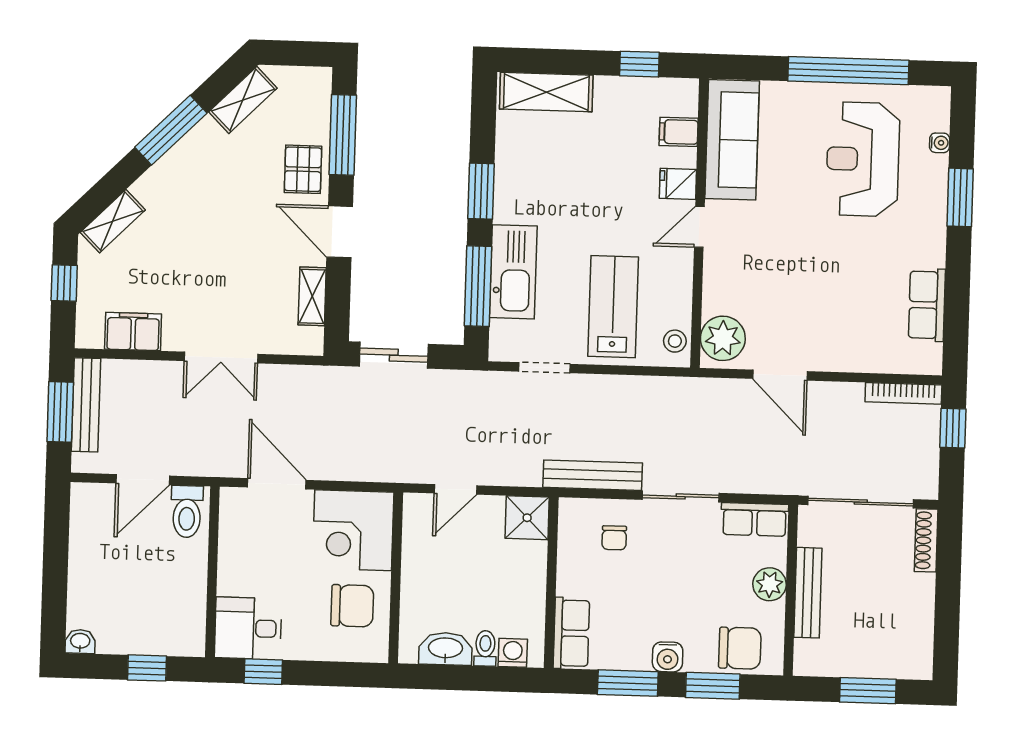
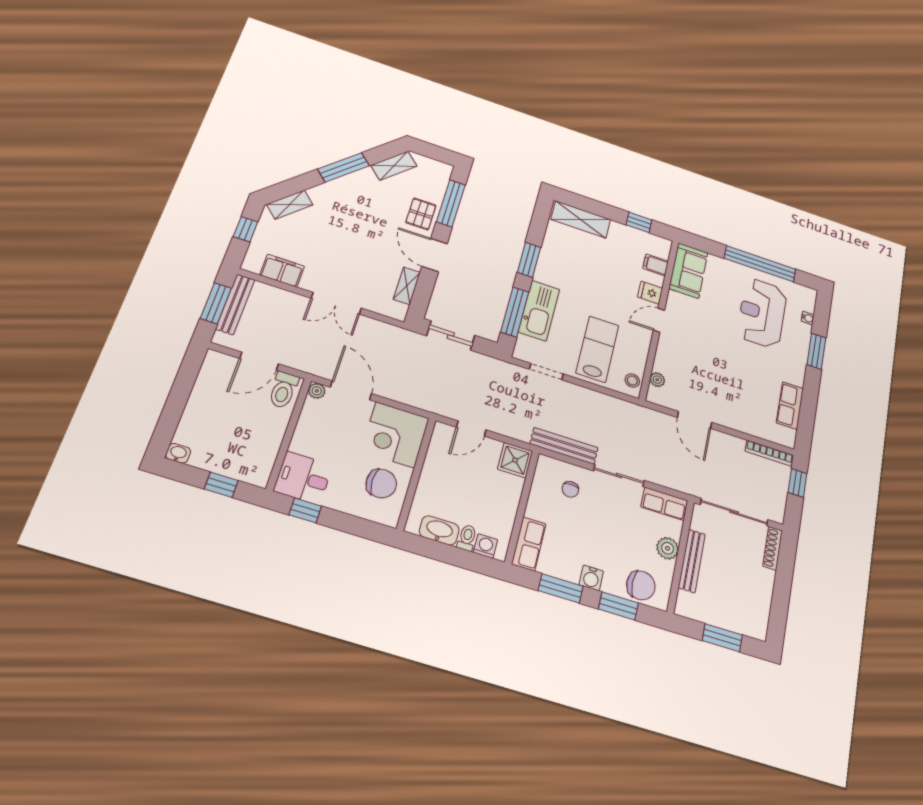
sofa: (732, 140) -> (688, 271), width x0.73
plant: (723, 338) -> (657, 380), width x0.53, depth x0.53
plant: (231, 499) -> (317, 391), added

